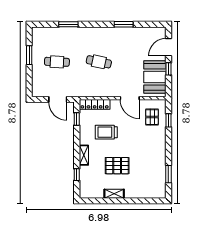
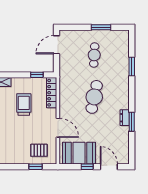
dresser: (120, 31) -> (125, 118), added
cafe table: (99, 62) -> (94, 97), width x1.37, depth x1.35
door: (130, 98) -> (58, 128), swing flipped
door: (58, 99) -> (57, 45), moved

